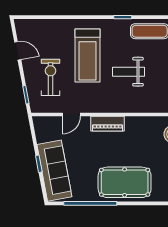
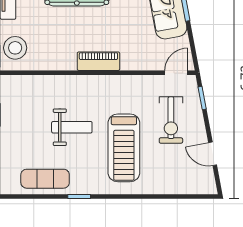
treadmill: (88, 55) -> (124, 148), turned 180
door: (71, 115) -> (176, 73), moved

